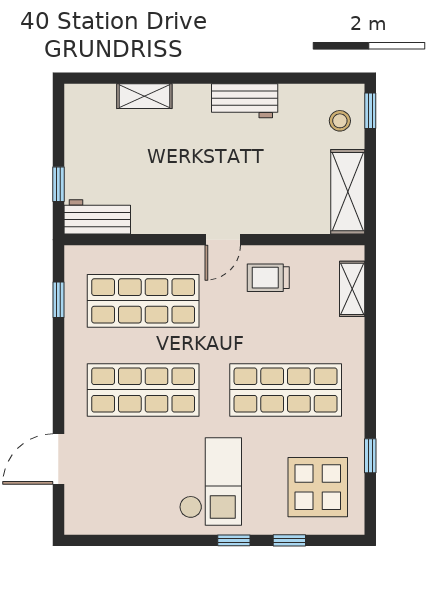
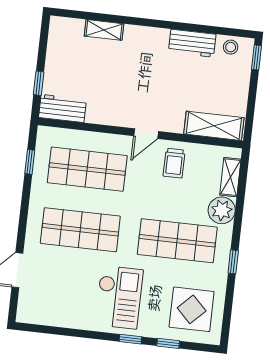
workbench: (245, 101) -> (192, 43), moved
stool: (340, 121) -> (231, 47), moved
shelving: (348, 192) -> (214, 126), moved, turned 90
trolley: (268, 278) -> (174, 163), turned -90
plant: (345, 338) -> (222, 210), added
window: (370, 456) -> (233, 262), moved

